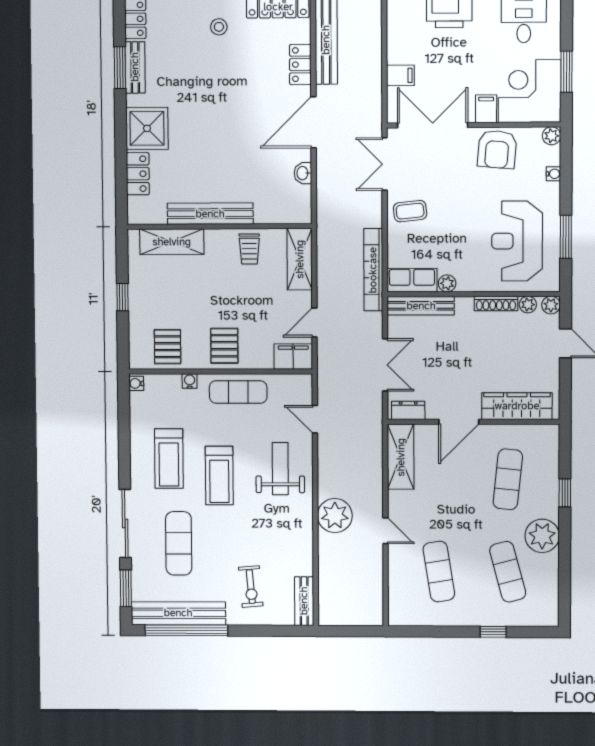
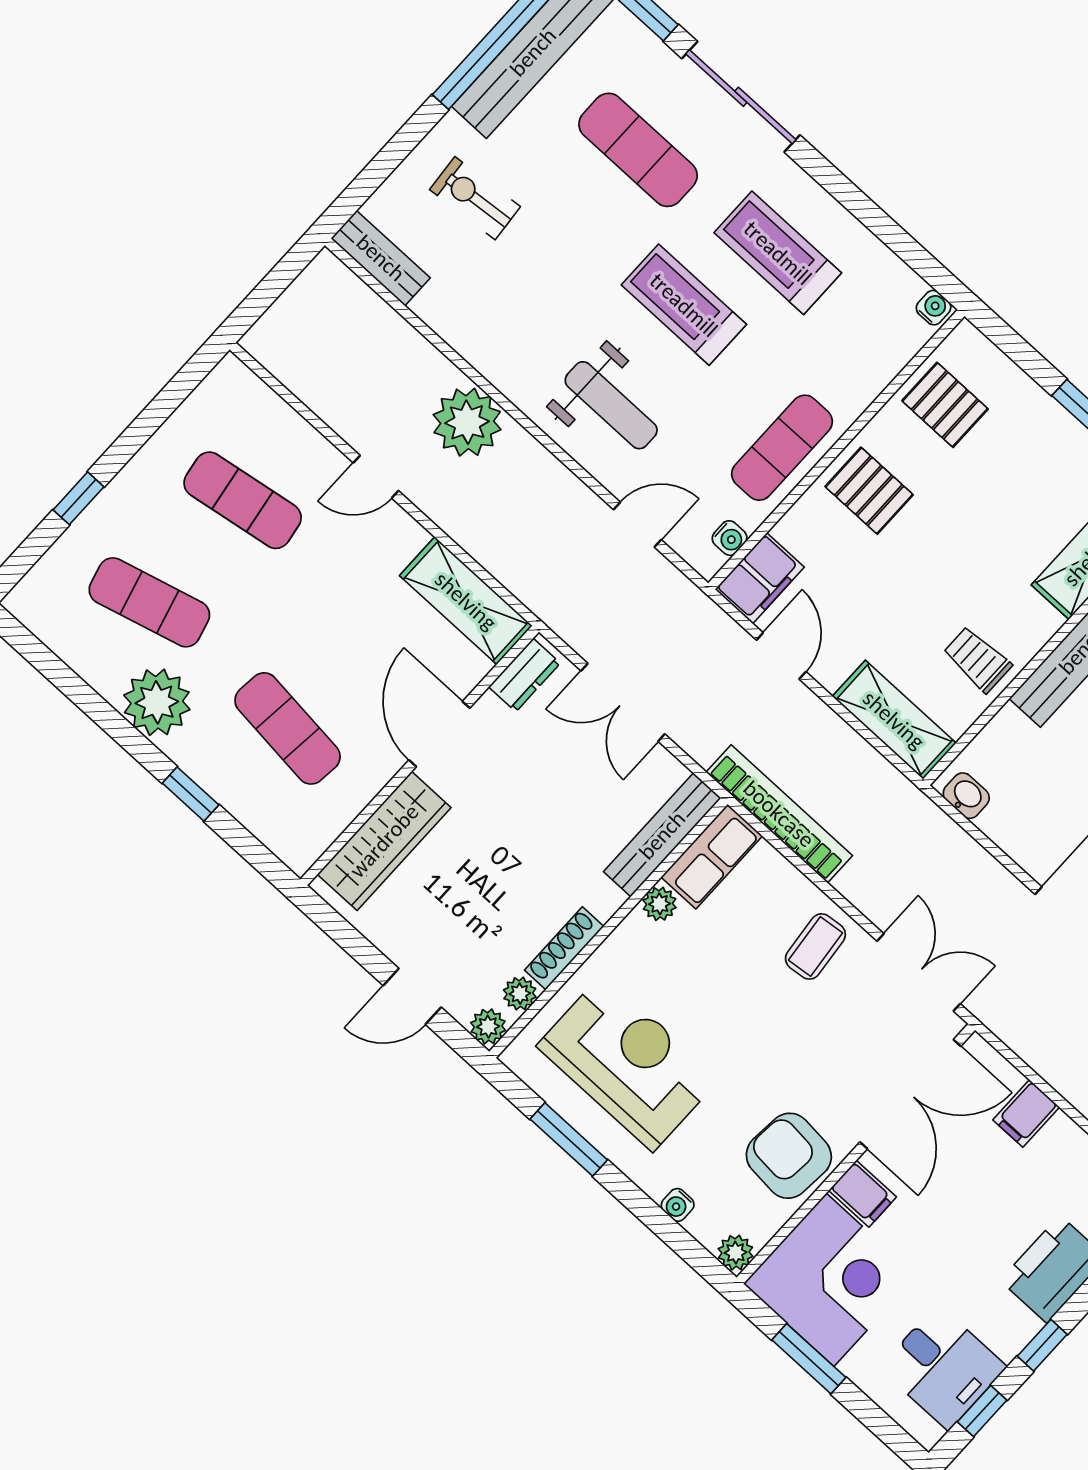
washbasin: (303, 173) -> (966, 796), moved
water cooler: (190, 381) -> (730, 538), moved

